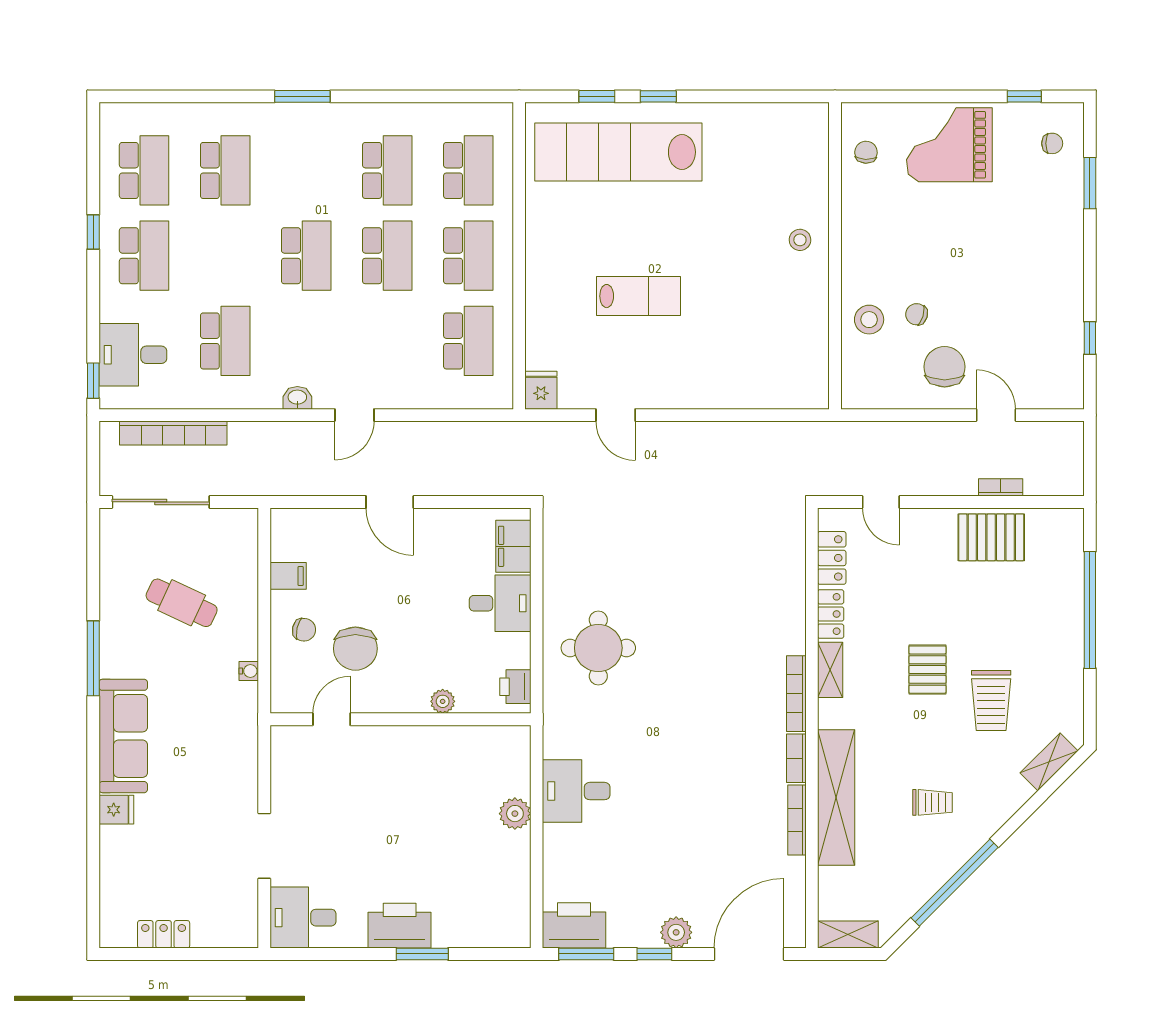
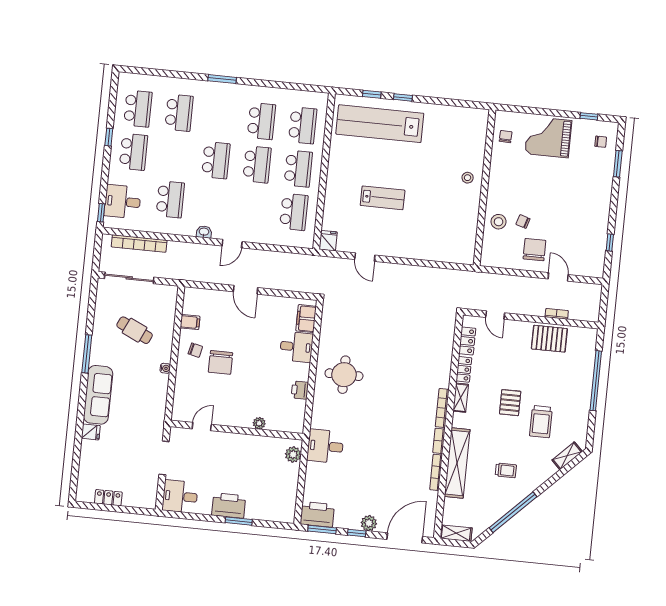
plant: (443, 701) -> (259, 423), moved
door: (332, 719) -> (202, 427), moved
wall: (400, 719) -> (237, 430), moved

